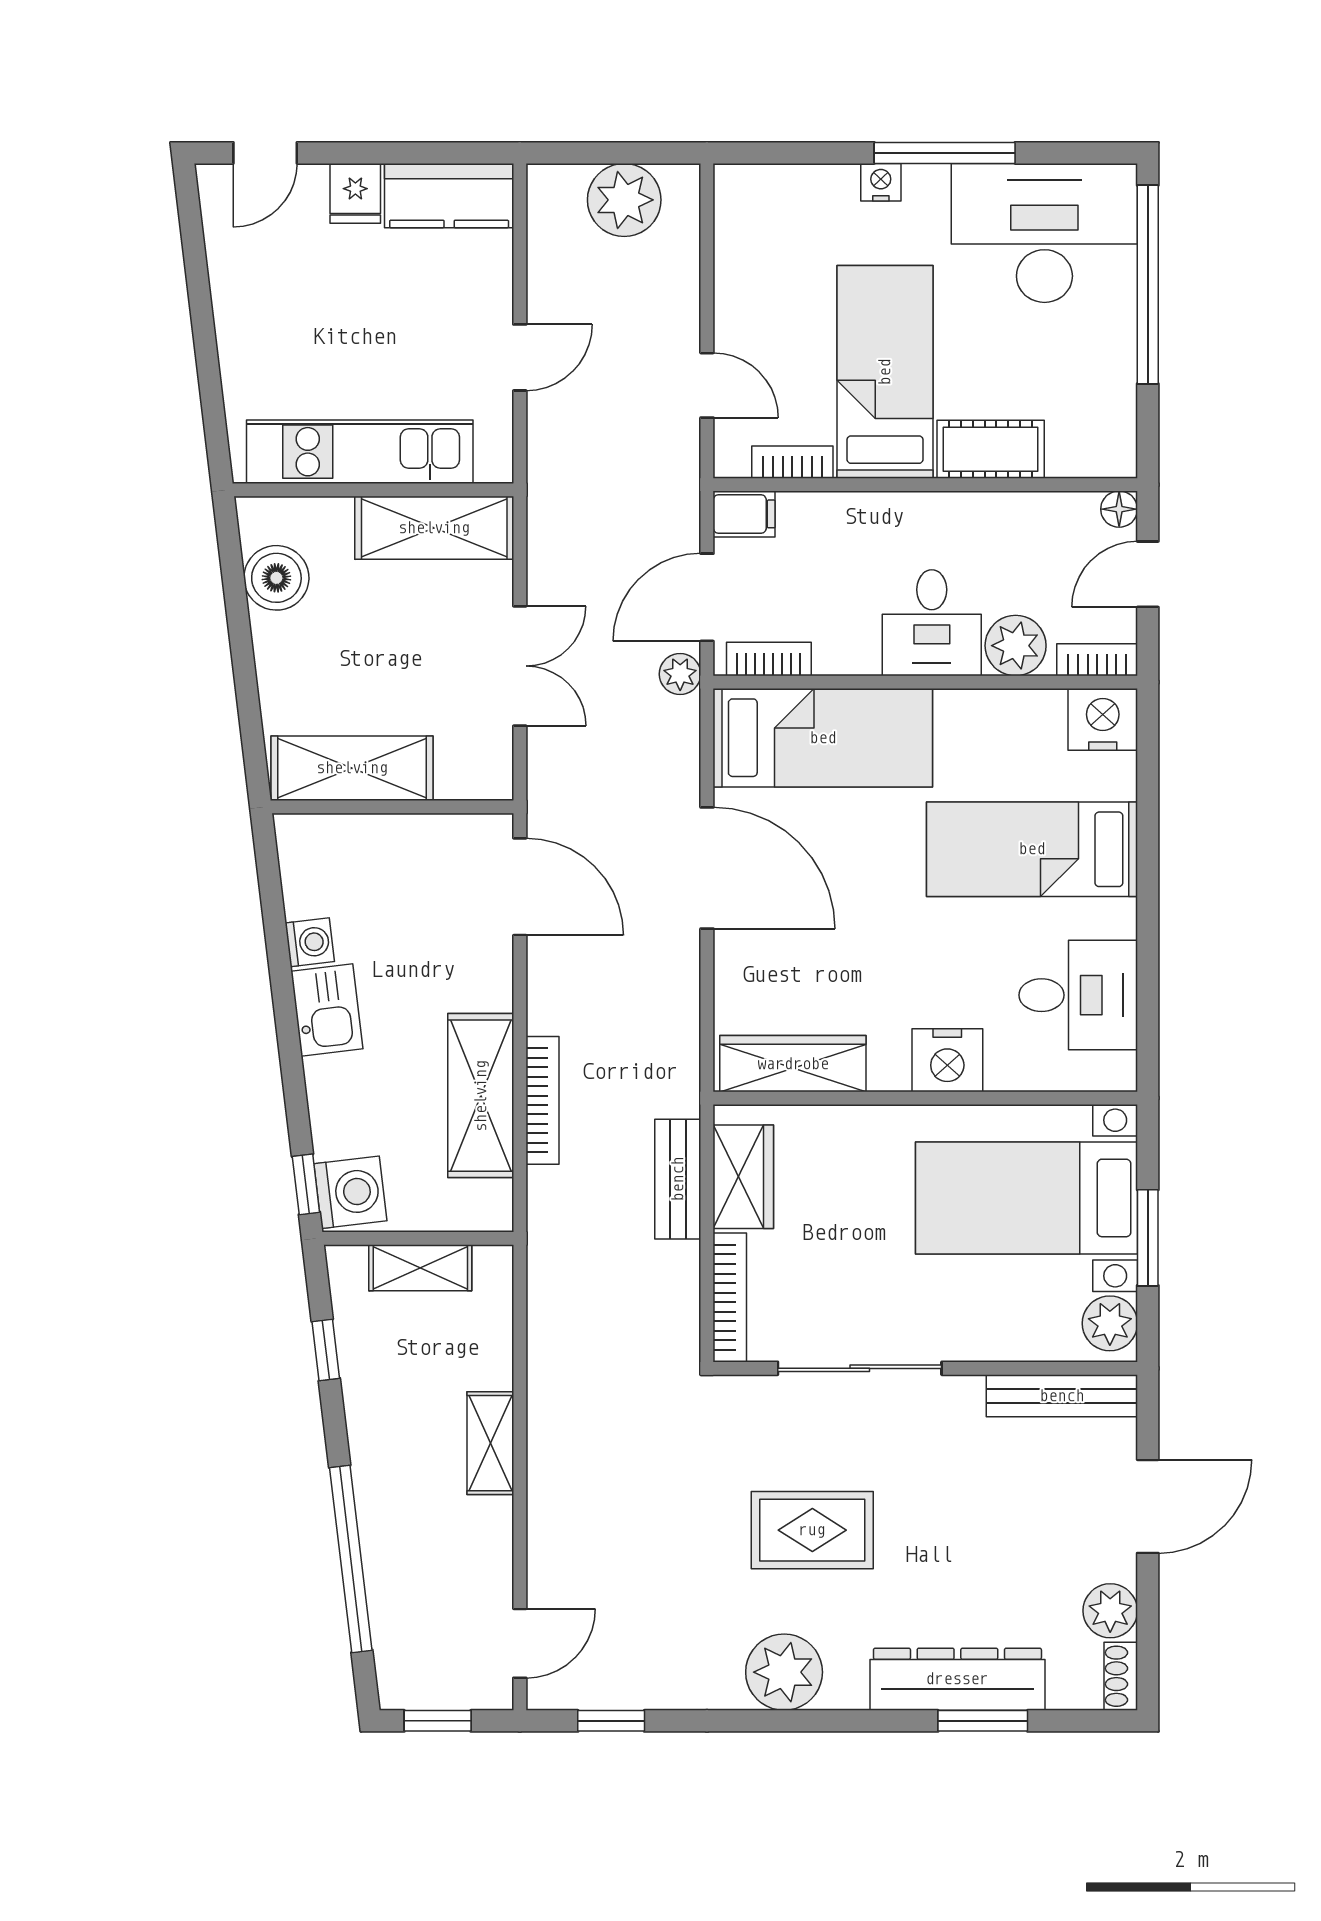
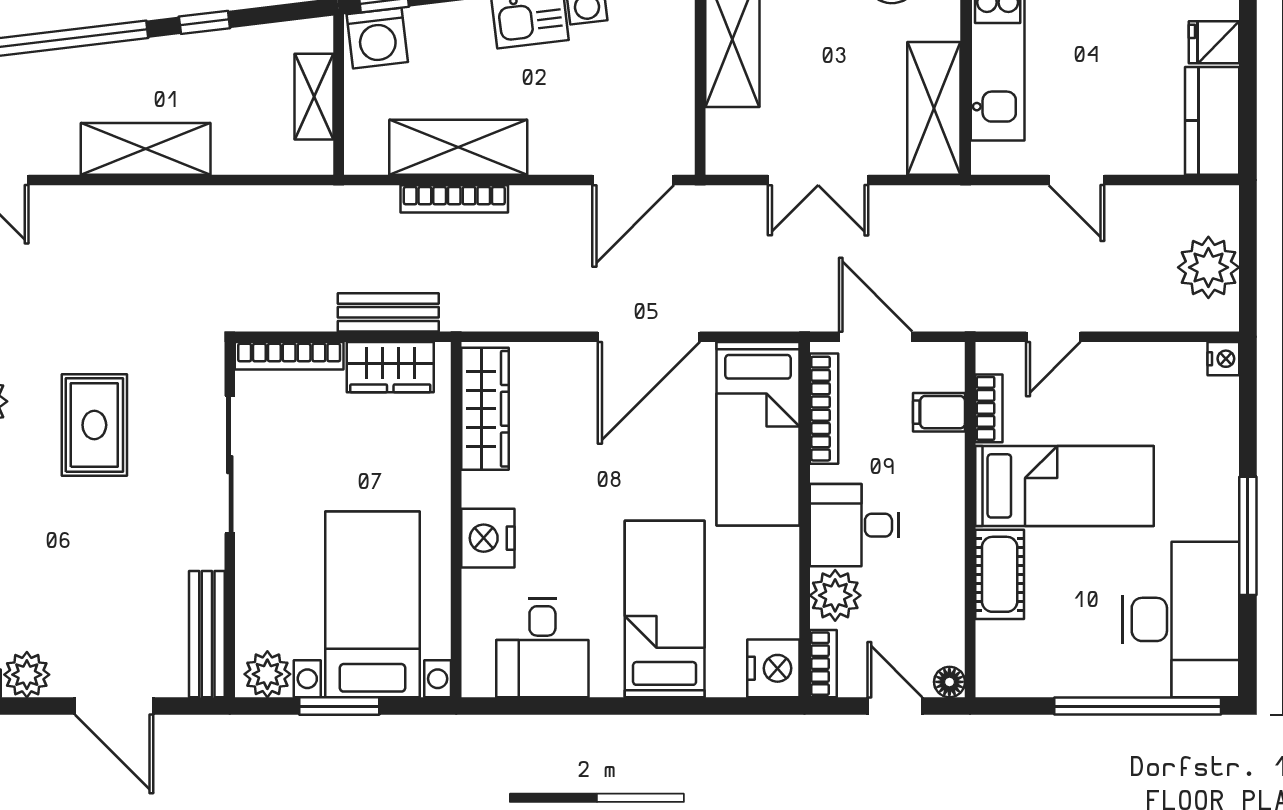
nightstand: (881, 182) -> (1223, 359), moved
filing cabinet: (744, 514) -> (939, 412), moved, turned 90
bookcase: (769, 659) -> (824, 409), width x1.56
plant: (680, 674) -> (811, 314), removed
window: (326, 1350) -> (204, 22), moved
shelving: (490, 1443) -> (146, 149), width x1.50, depth x1.33

